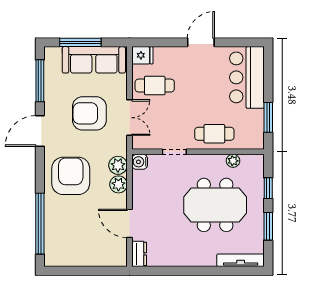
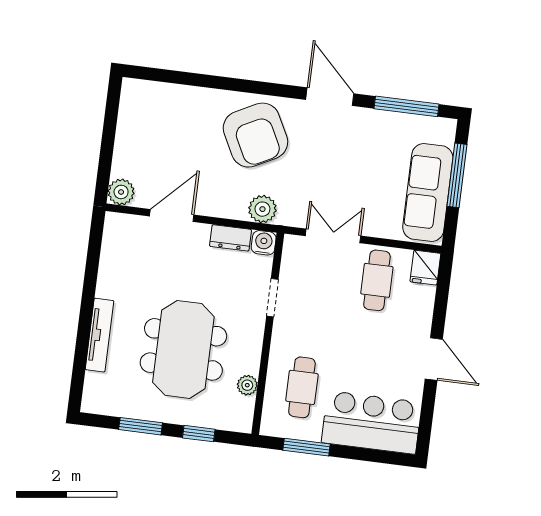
armchair: (89, 113) -> (347, 175), removed
double door: (130, 118) -> (333, 236), swing flipped
cafe table: (214, 134) -> (302, 387), moved
armchair: (71, 176) -> (255, 135), turned 63
plant: (118, 184) -> (121, 192), moved
window: (40, 224) -> (189, 79), removed
dresser: (139, 254) -> (230, 238), moved
tv unit: (241, 260) -> (100, 335), moved

